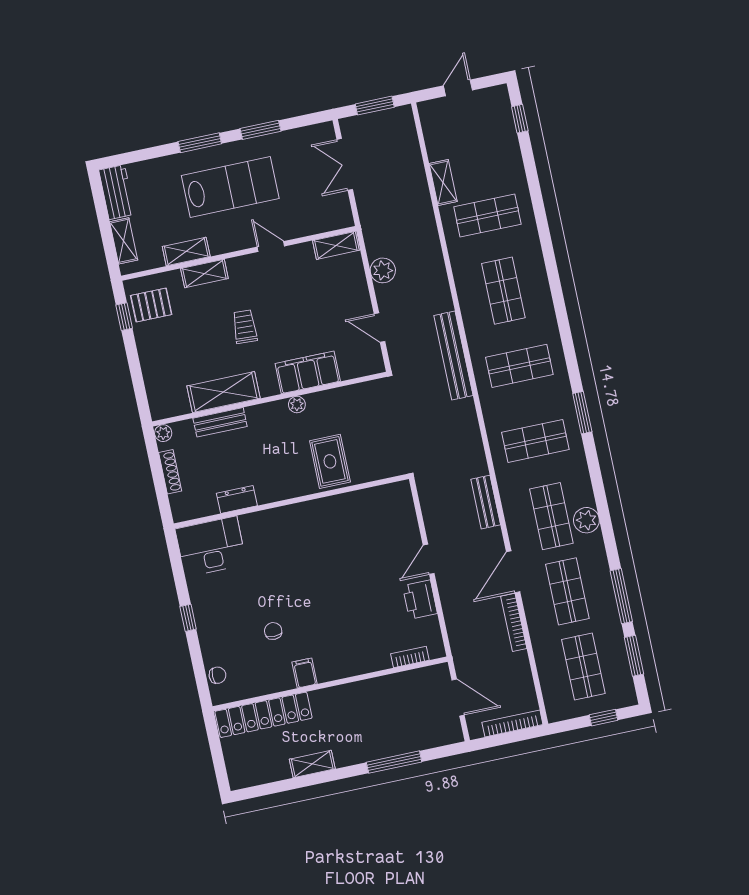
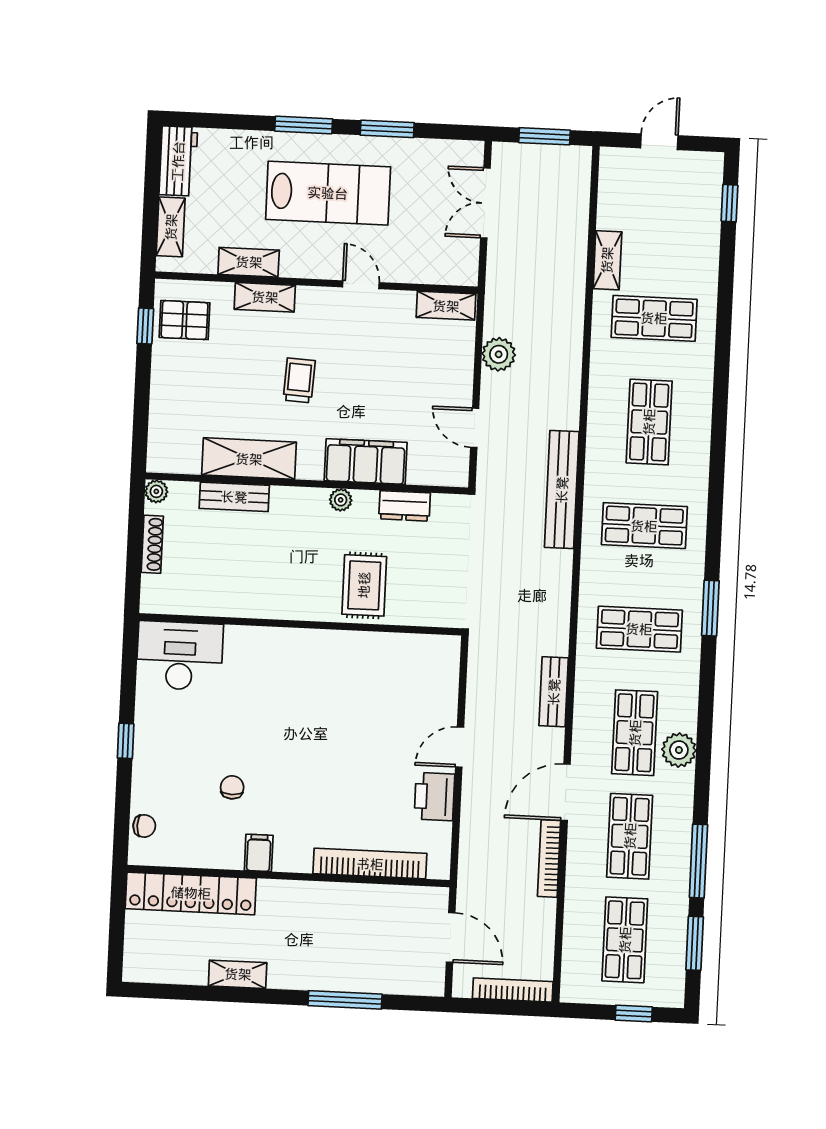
dresser: (237, 499) -> (405, 506), moved, turned 180
bookcase: (410, 657) -> (370, 864), width x2.31, depth x1.31

